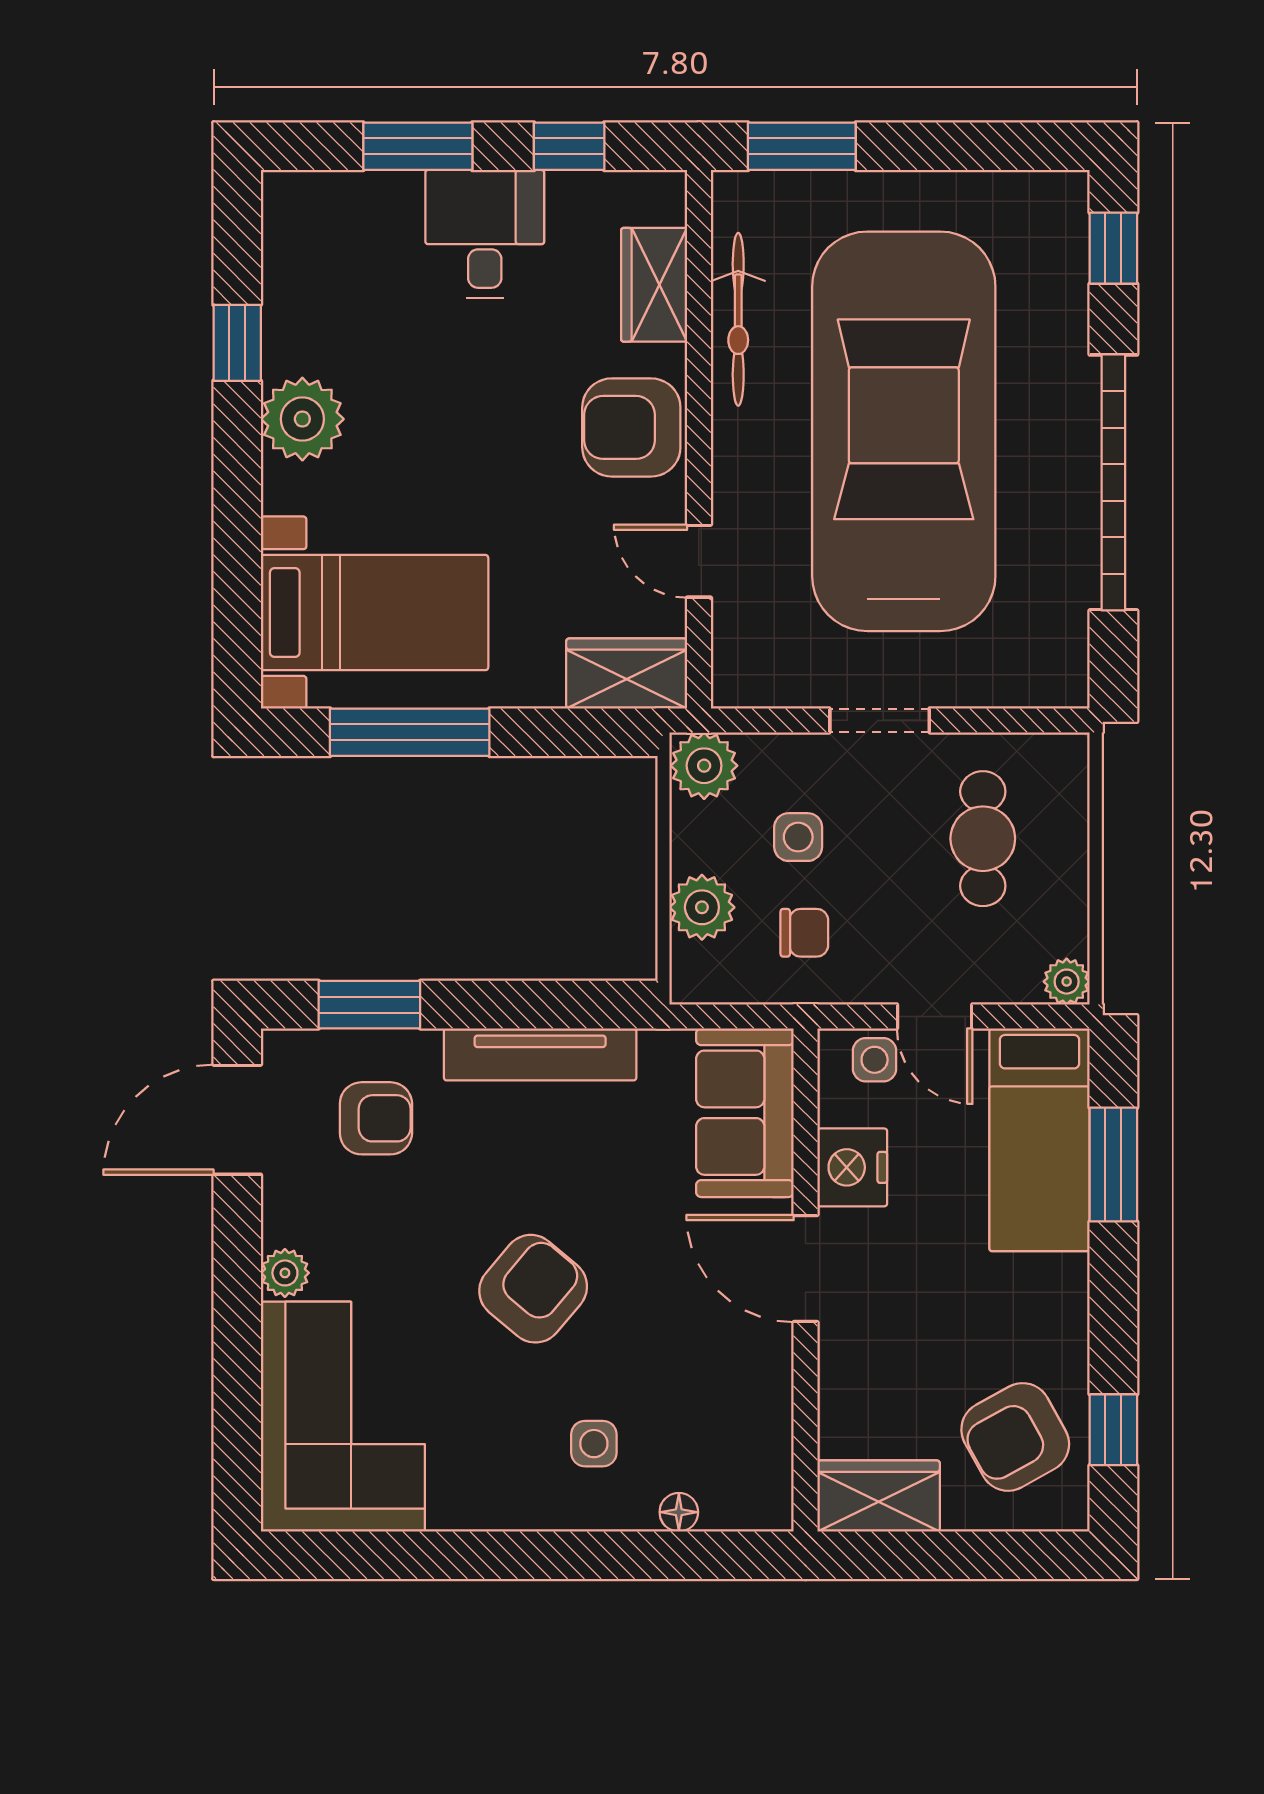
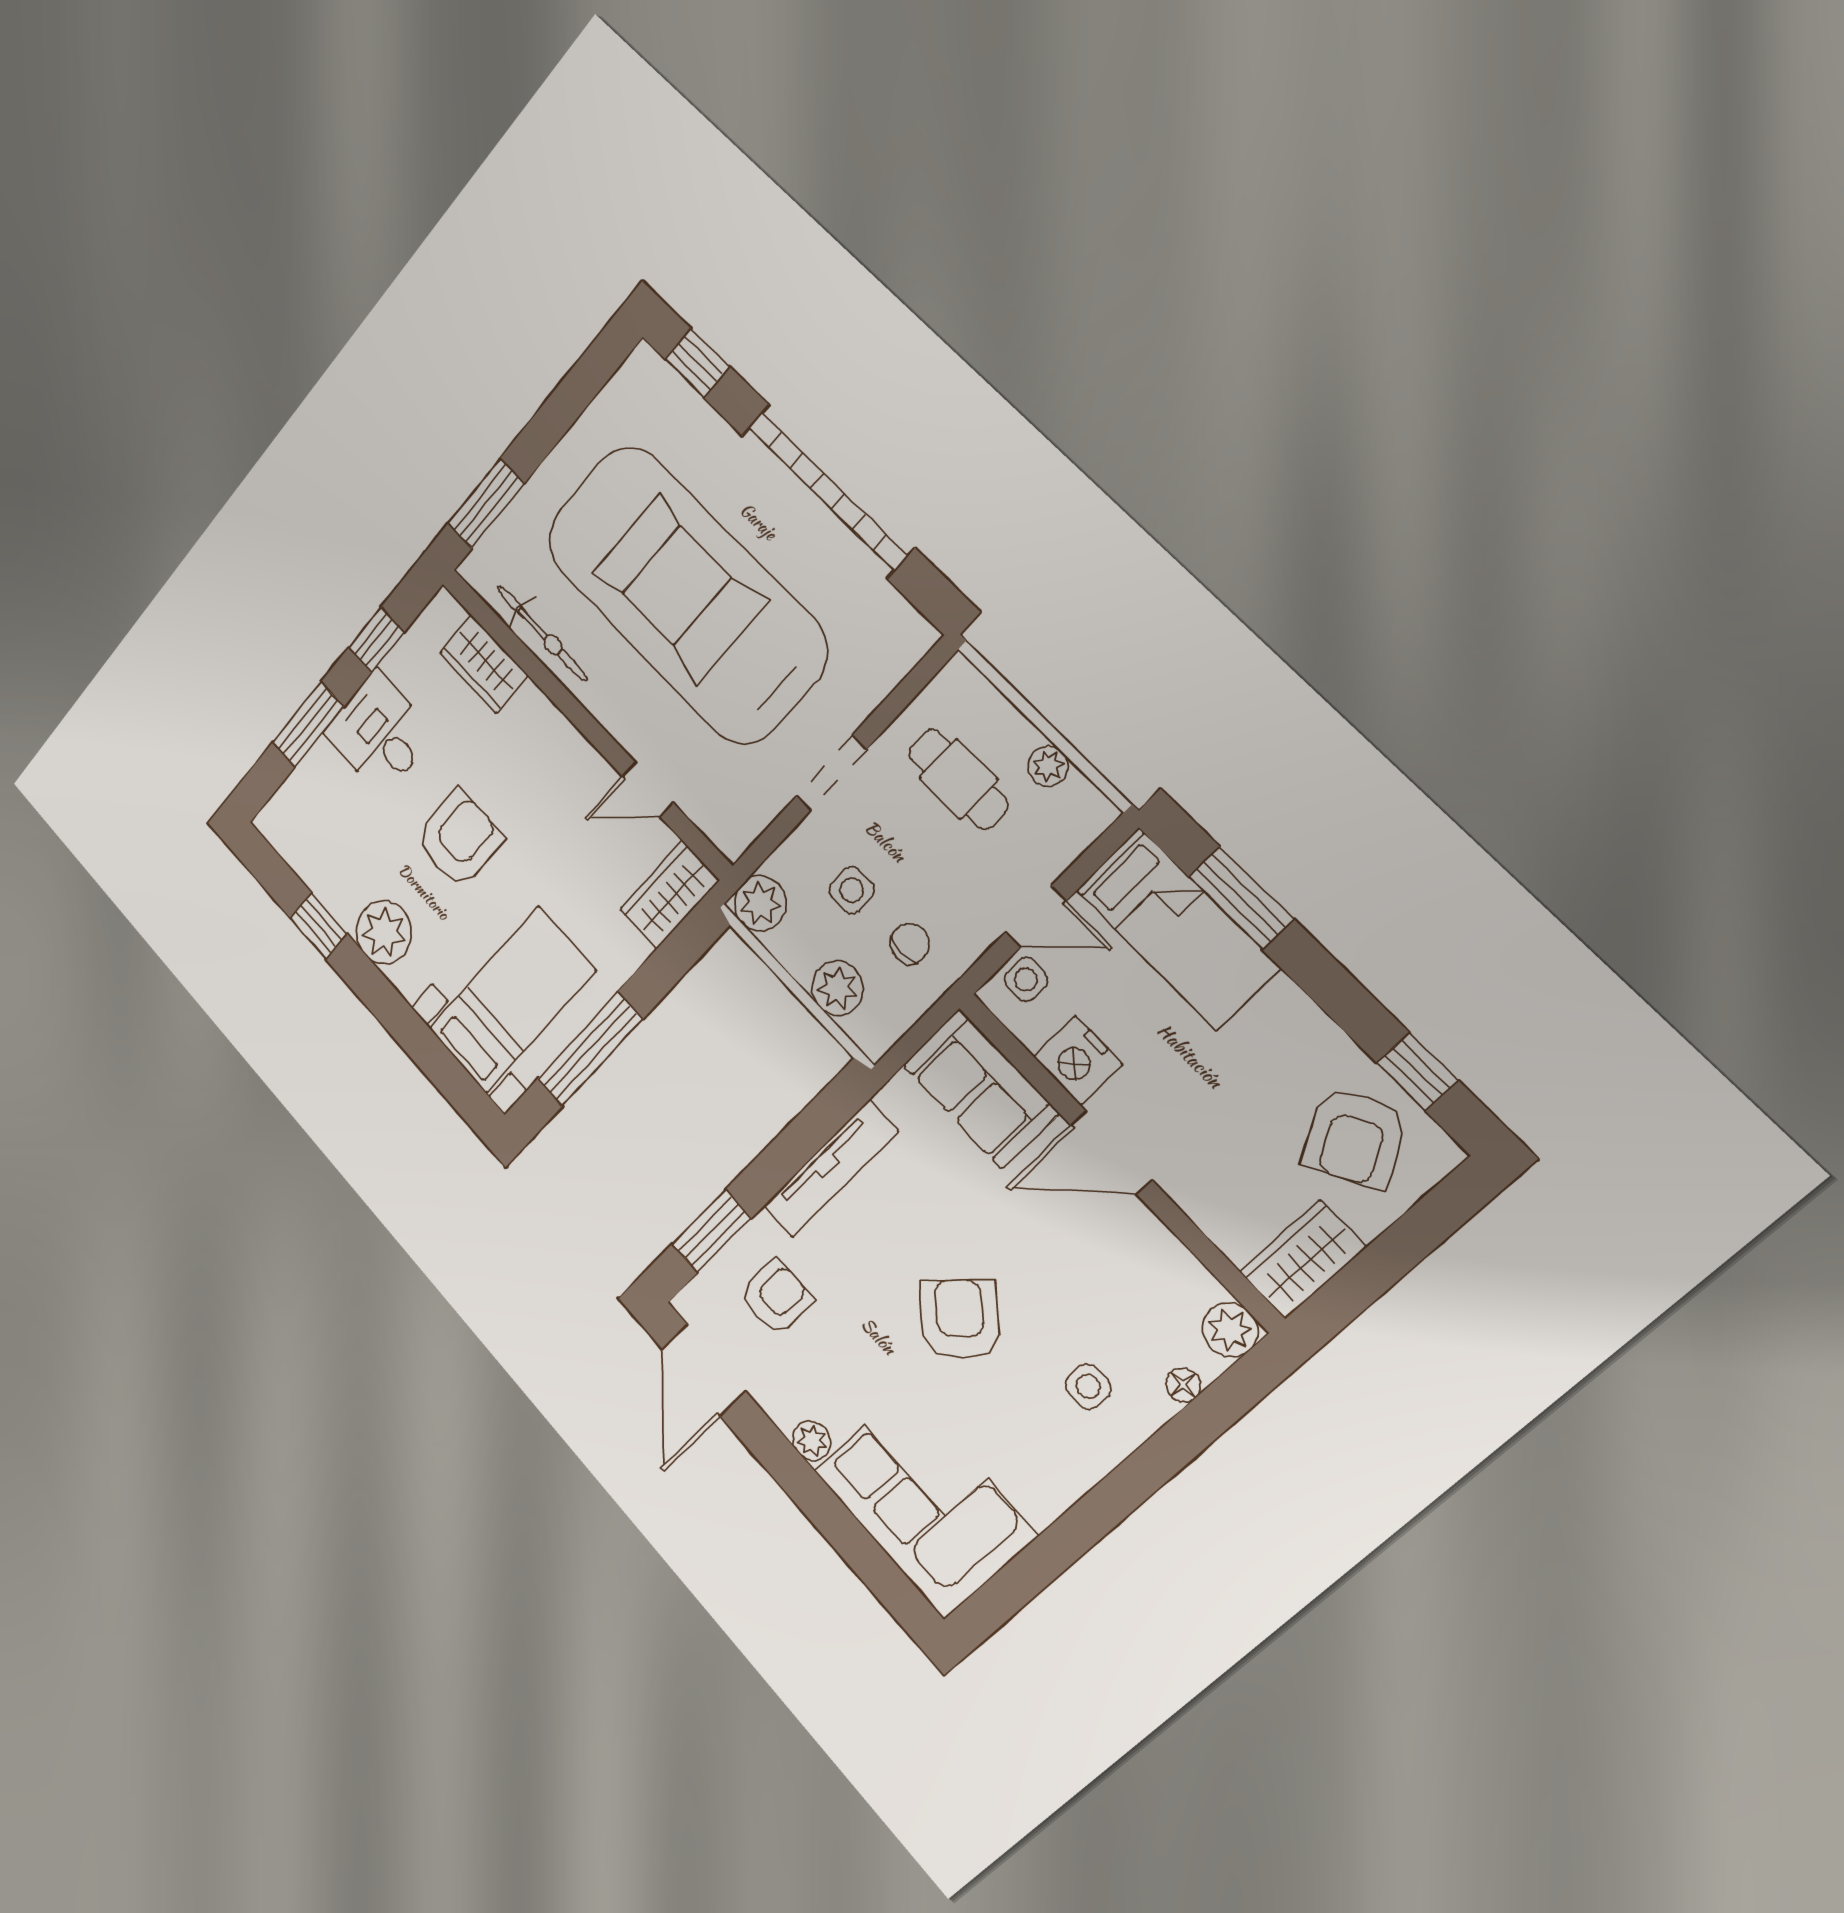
armchair: (631, 427) -> (459, 839), moved, turned 180
plant: (1067, 982) -> (1048, 766), moved
plant: (763, 1501) -> (1230, 1330), added

